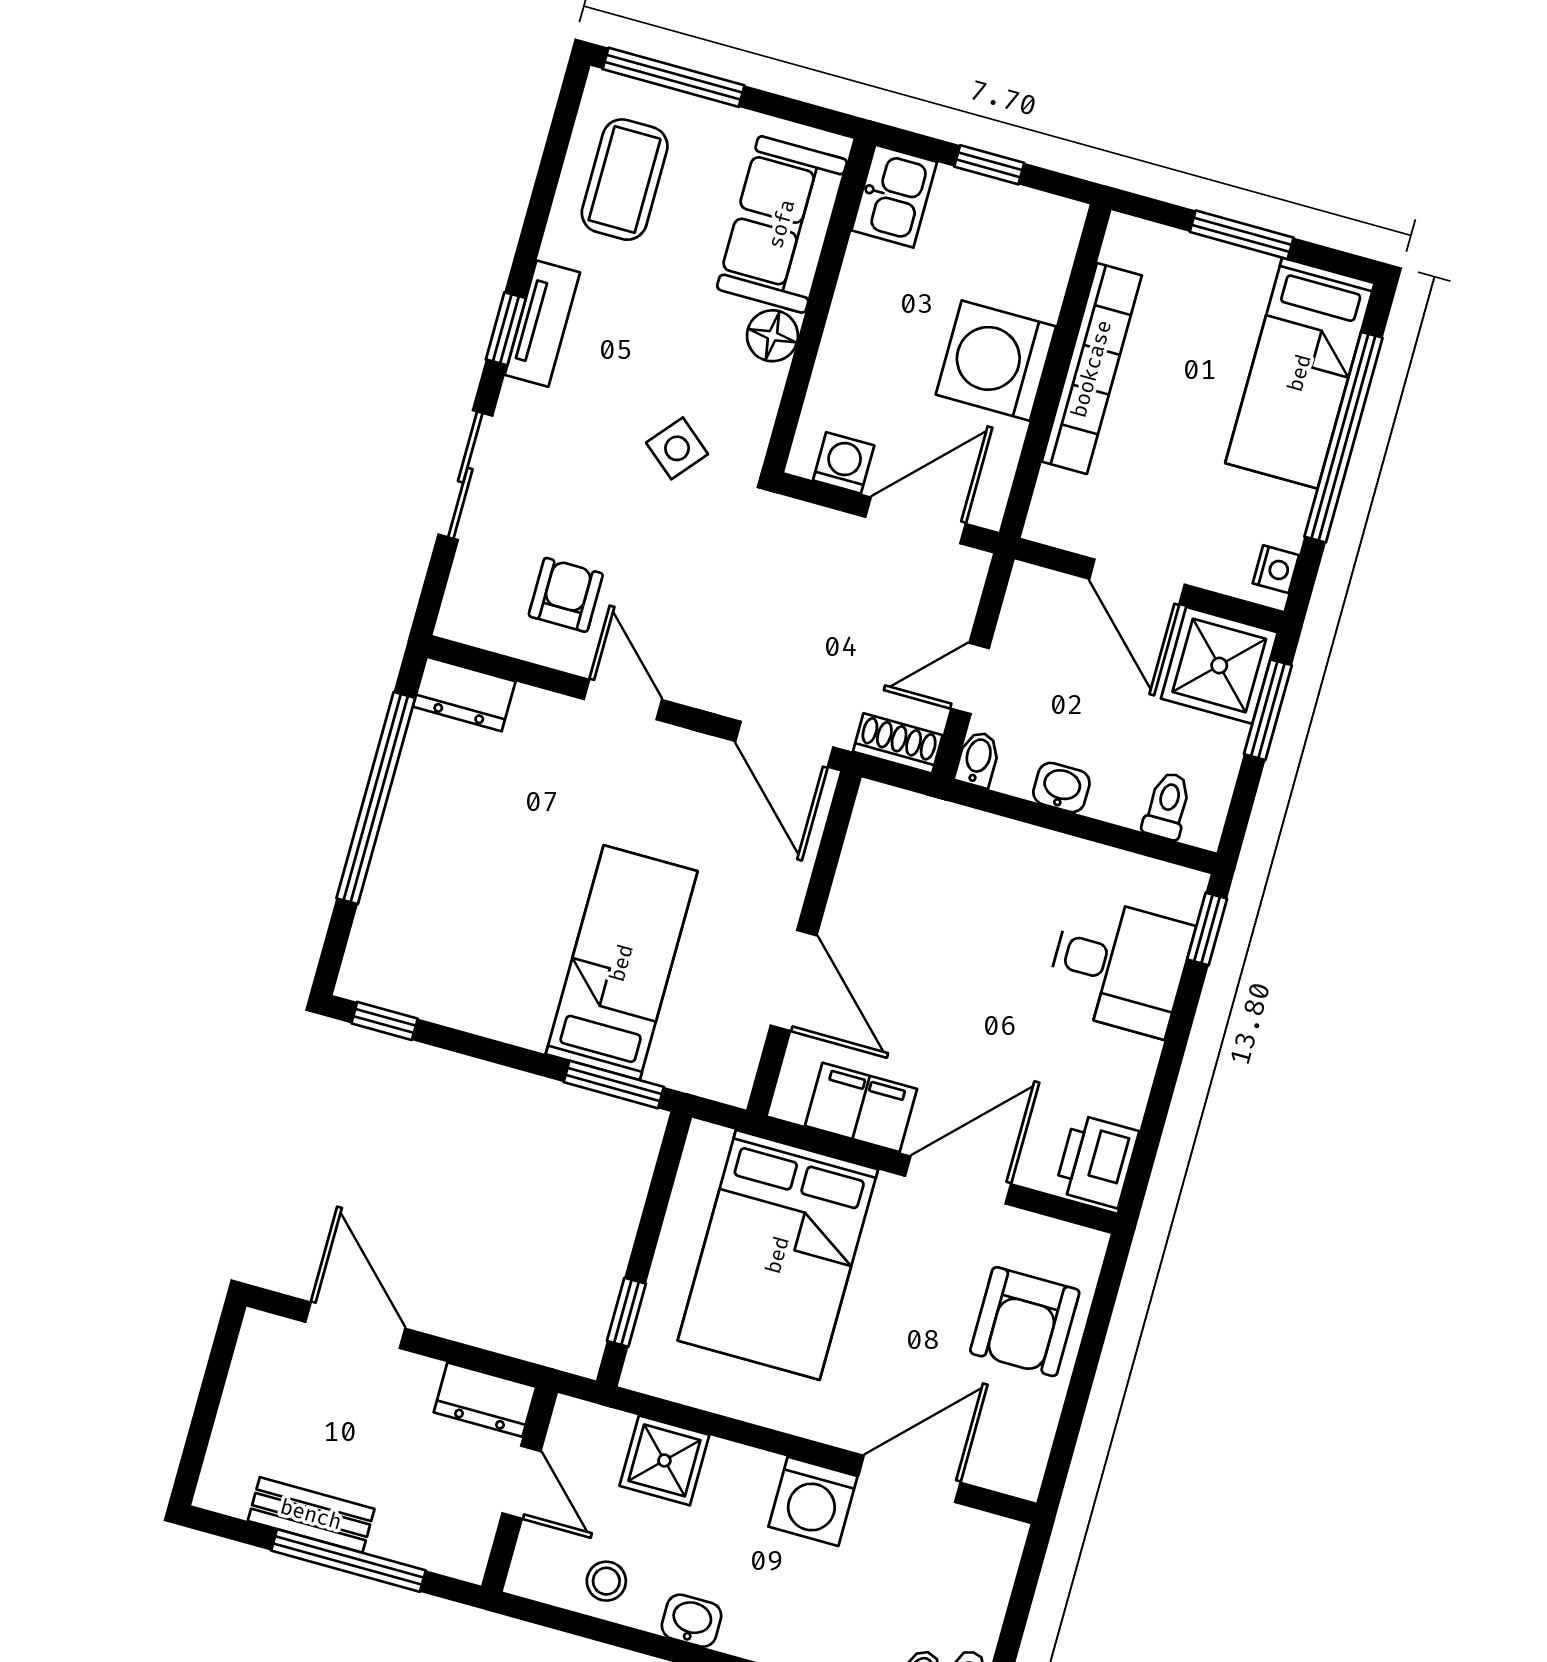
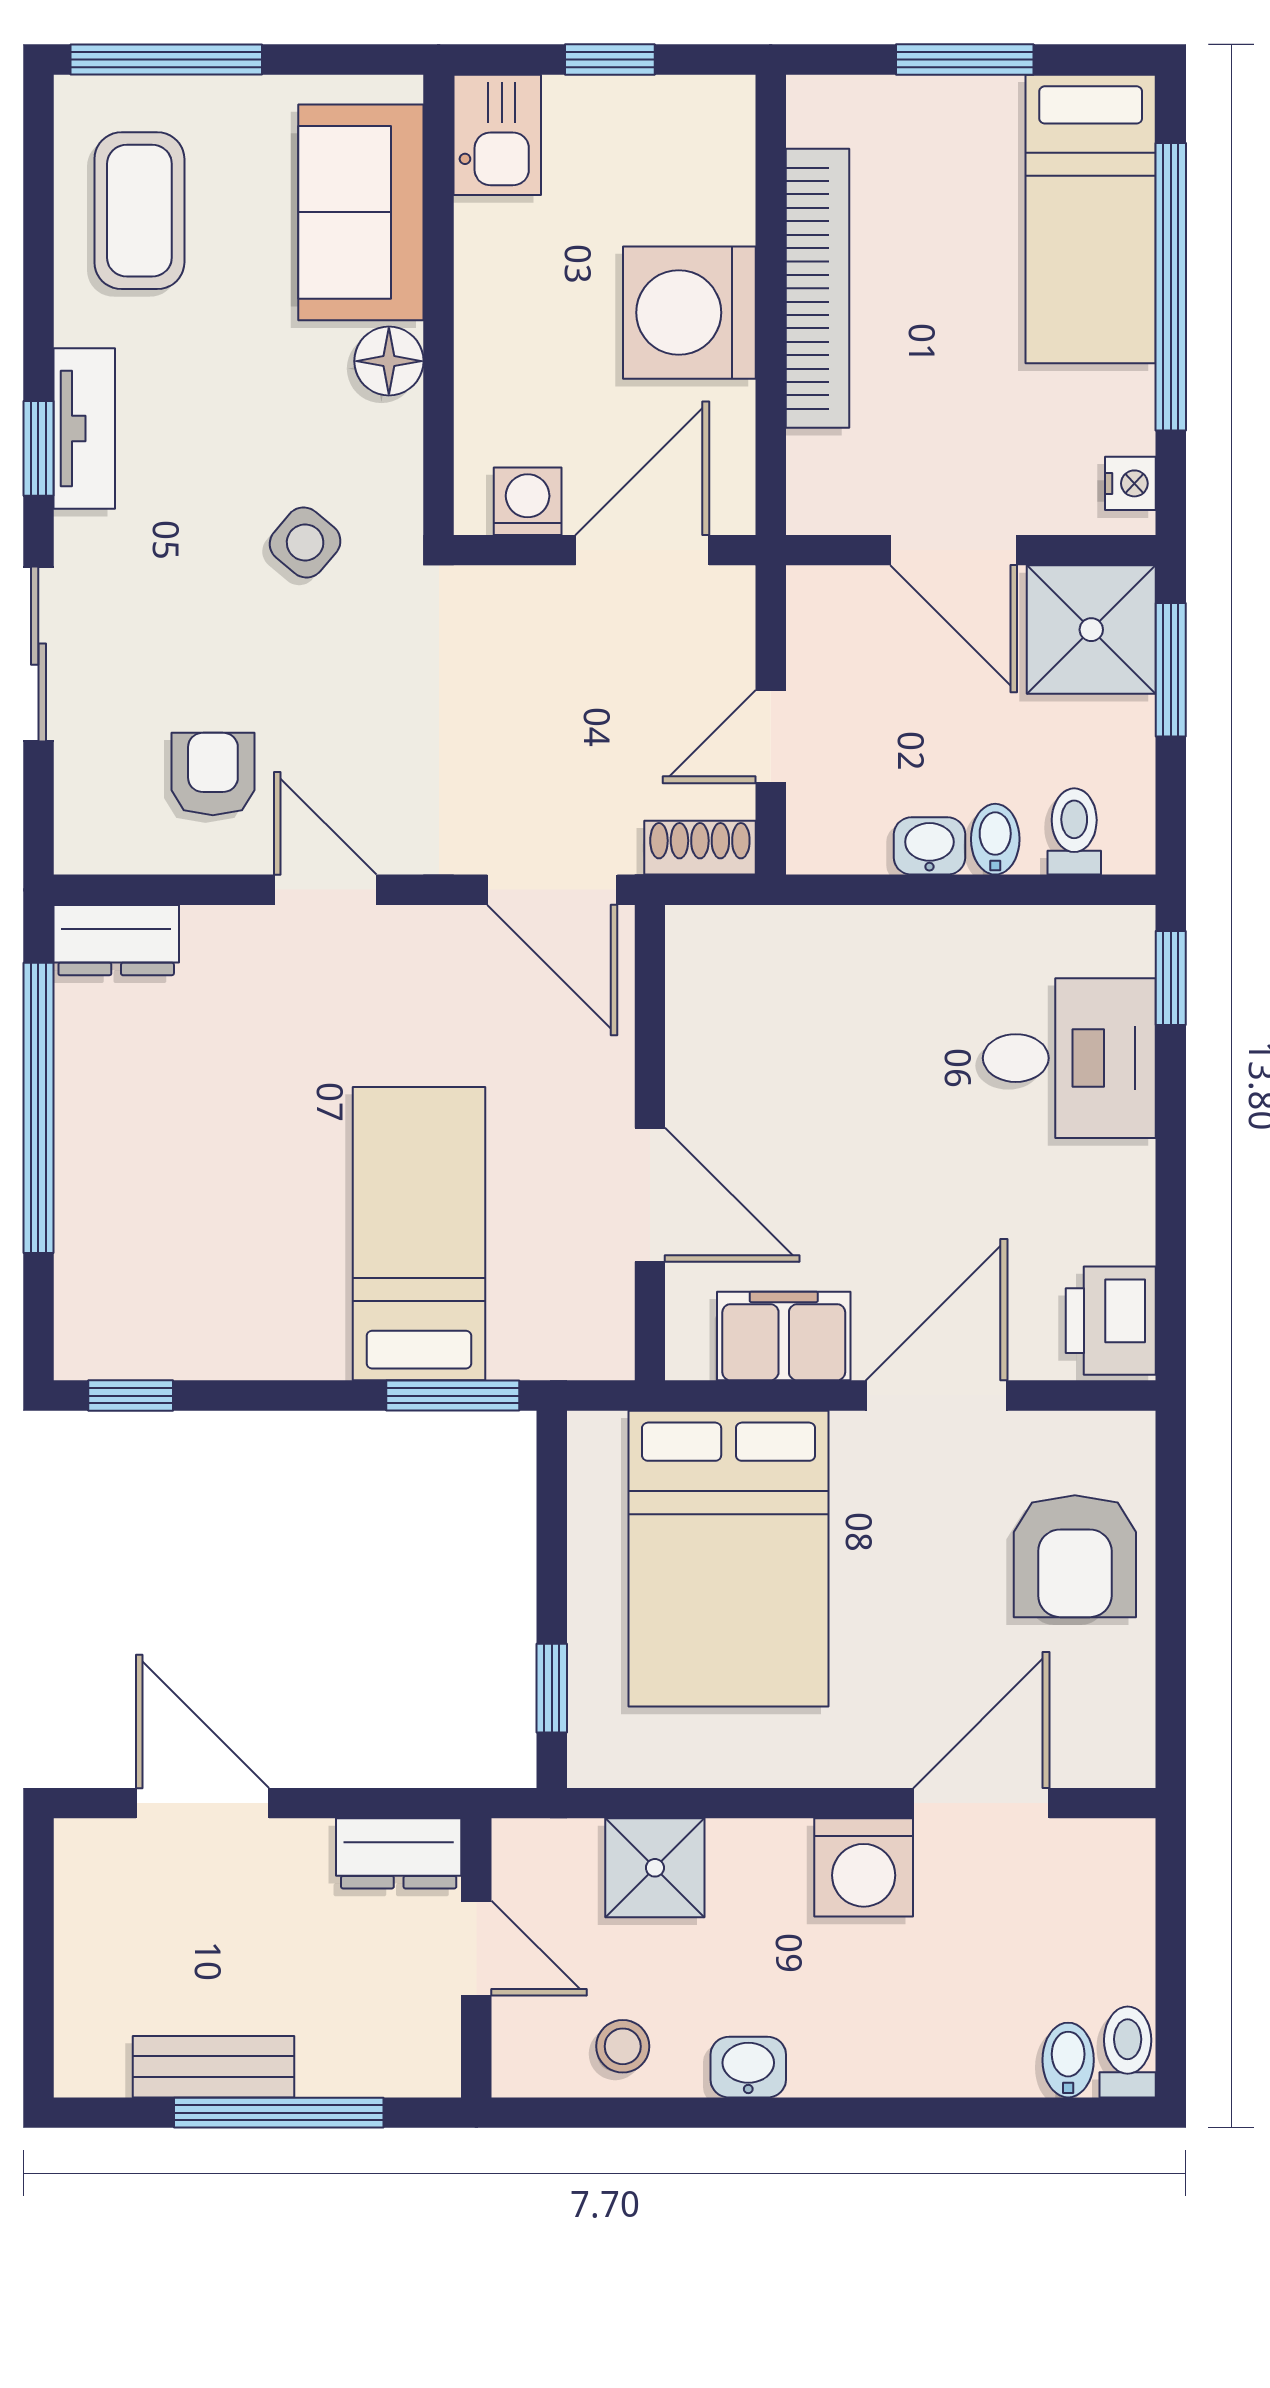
bidet: (978, 759) -> (995, 839), moved

